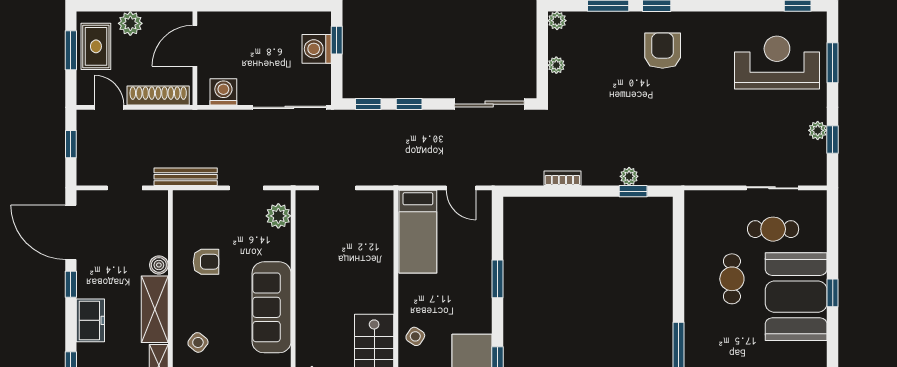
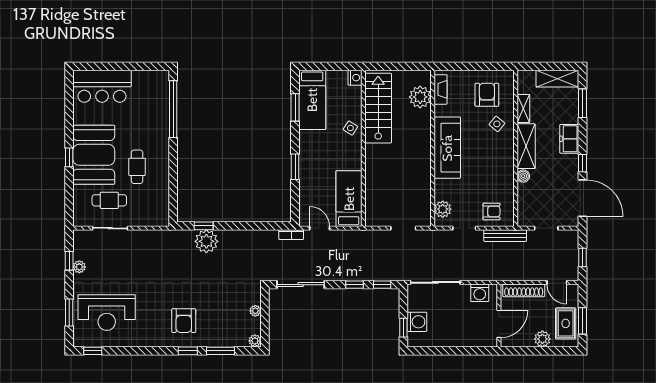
plant: (629, 176) -> (206, 241), width x1.88, depth x1.88
bookcase: (562, 178) -> (291, 235), moved
armchair: (206, 262) -> (492, 211), moved, turned 180

